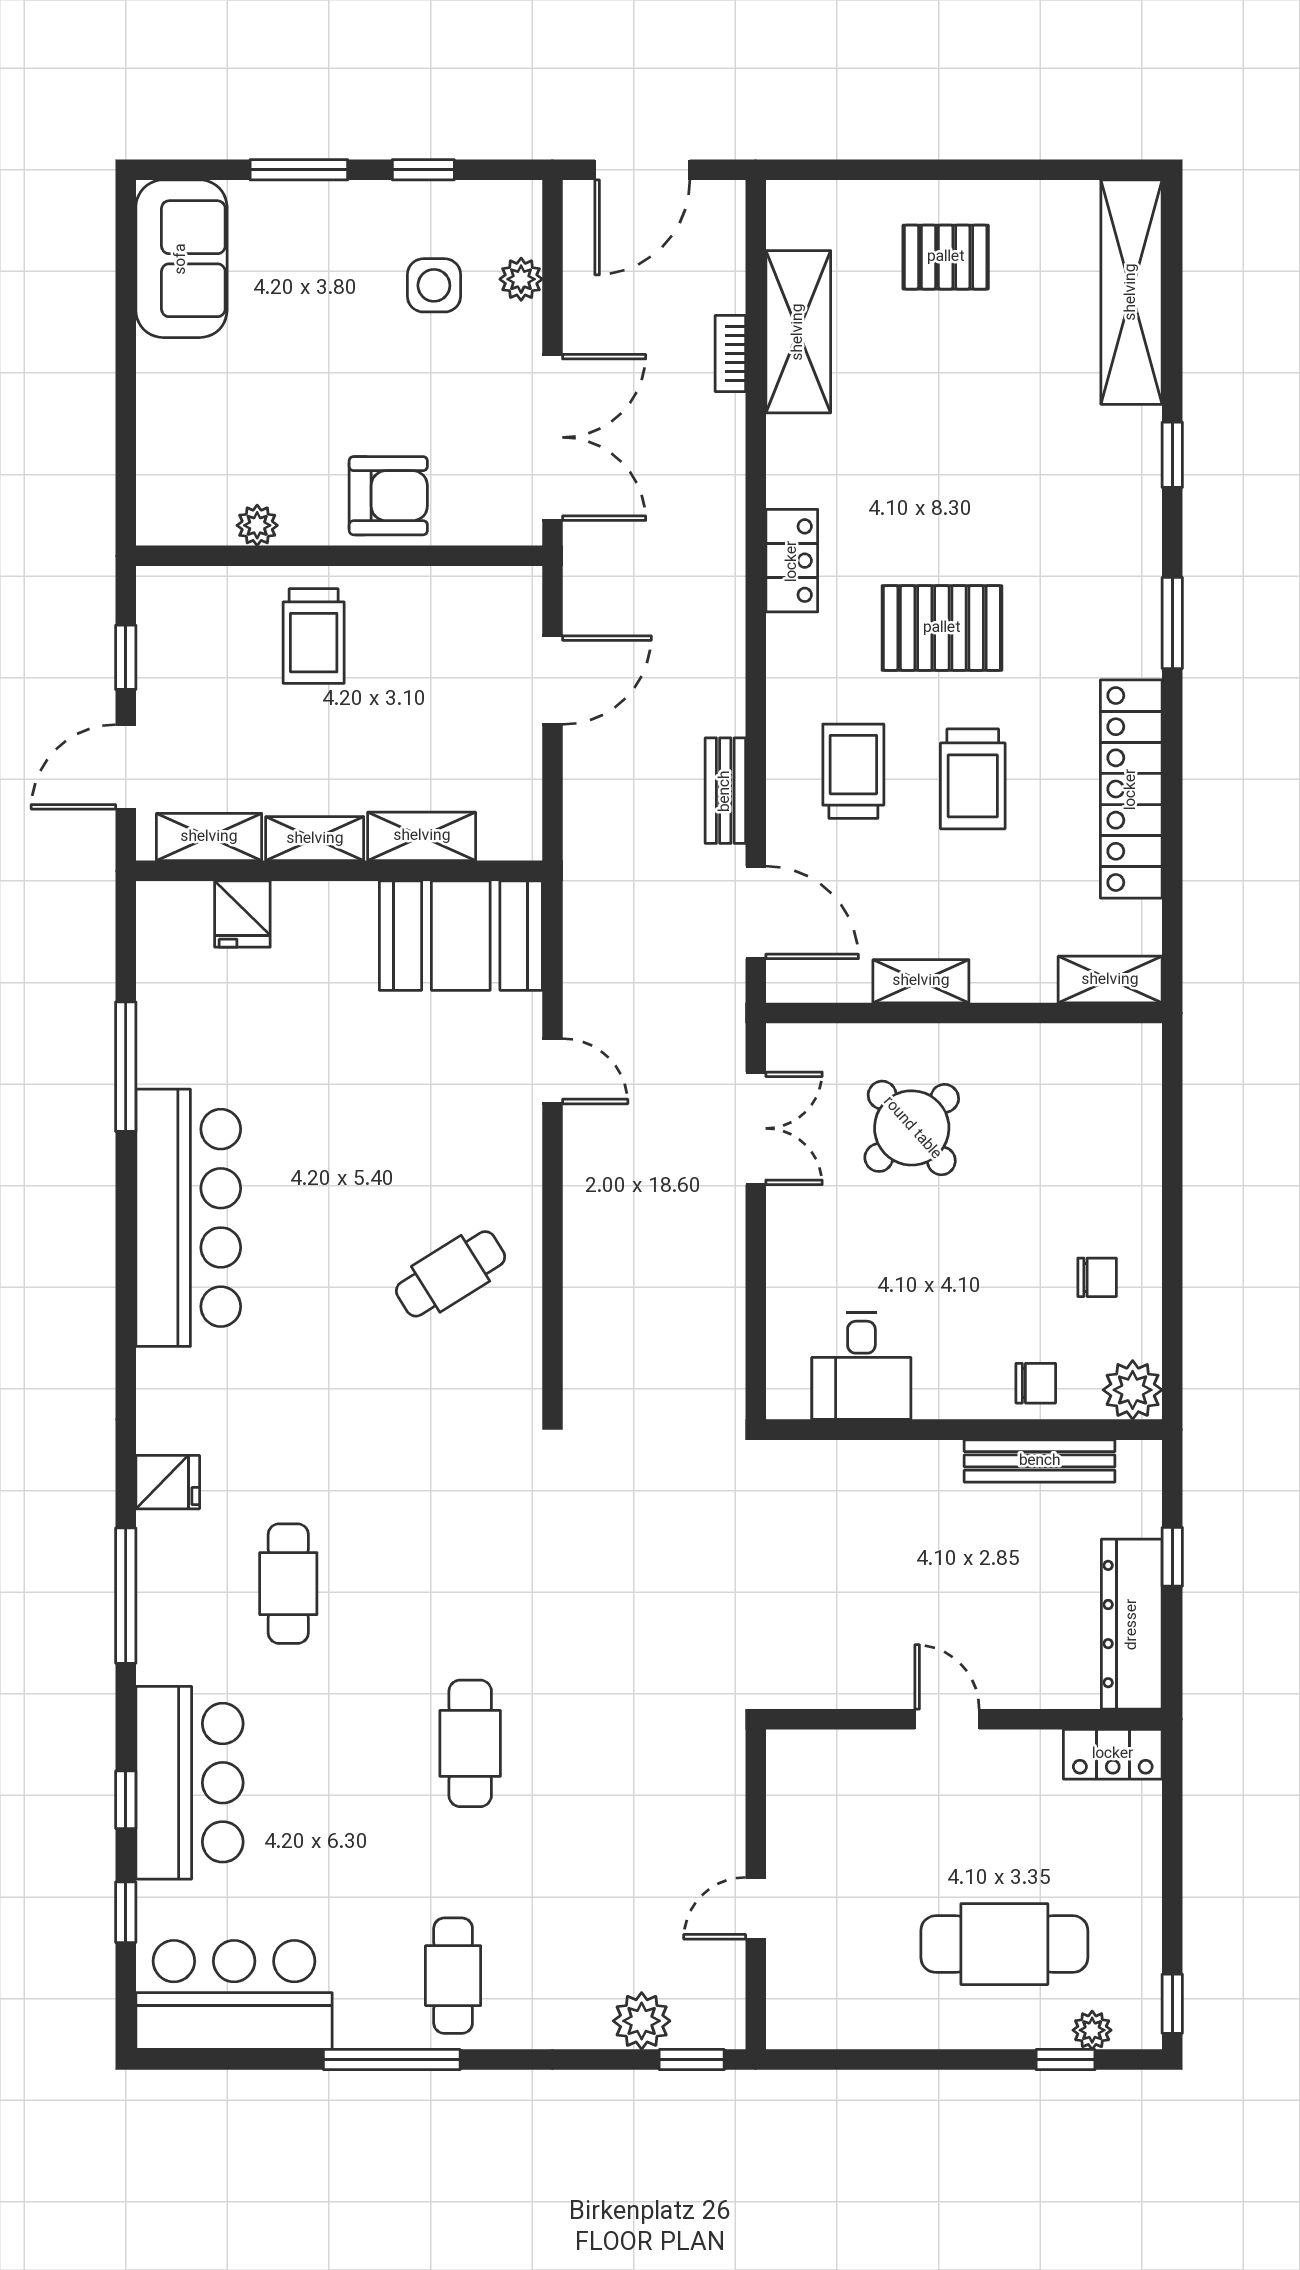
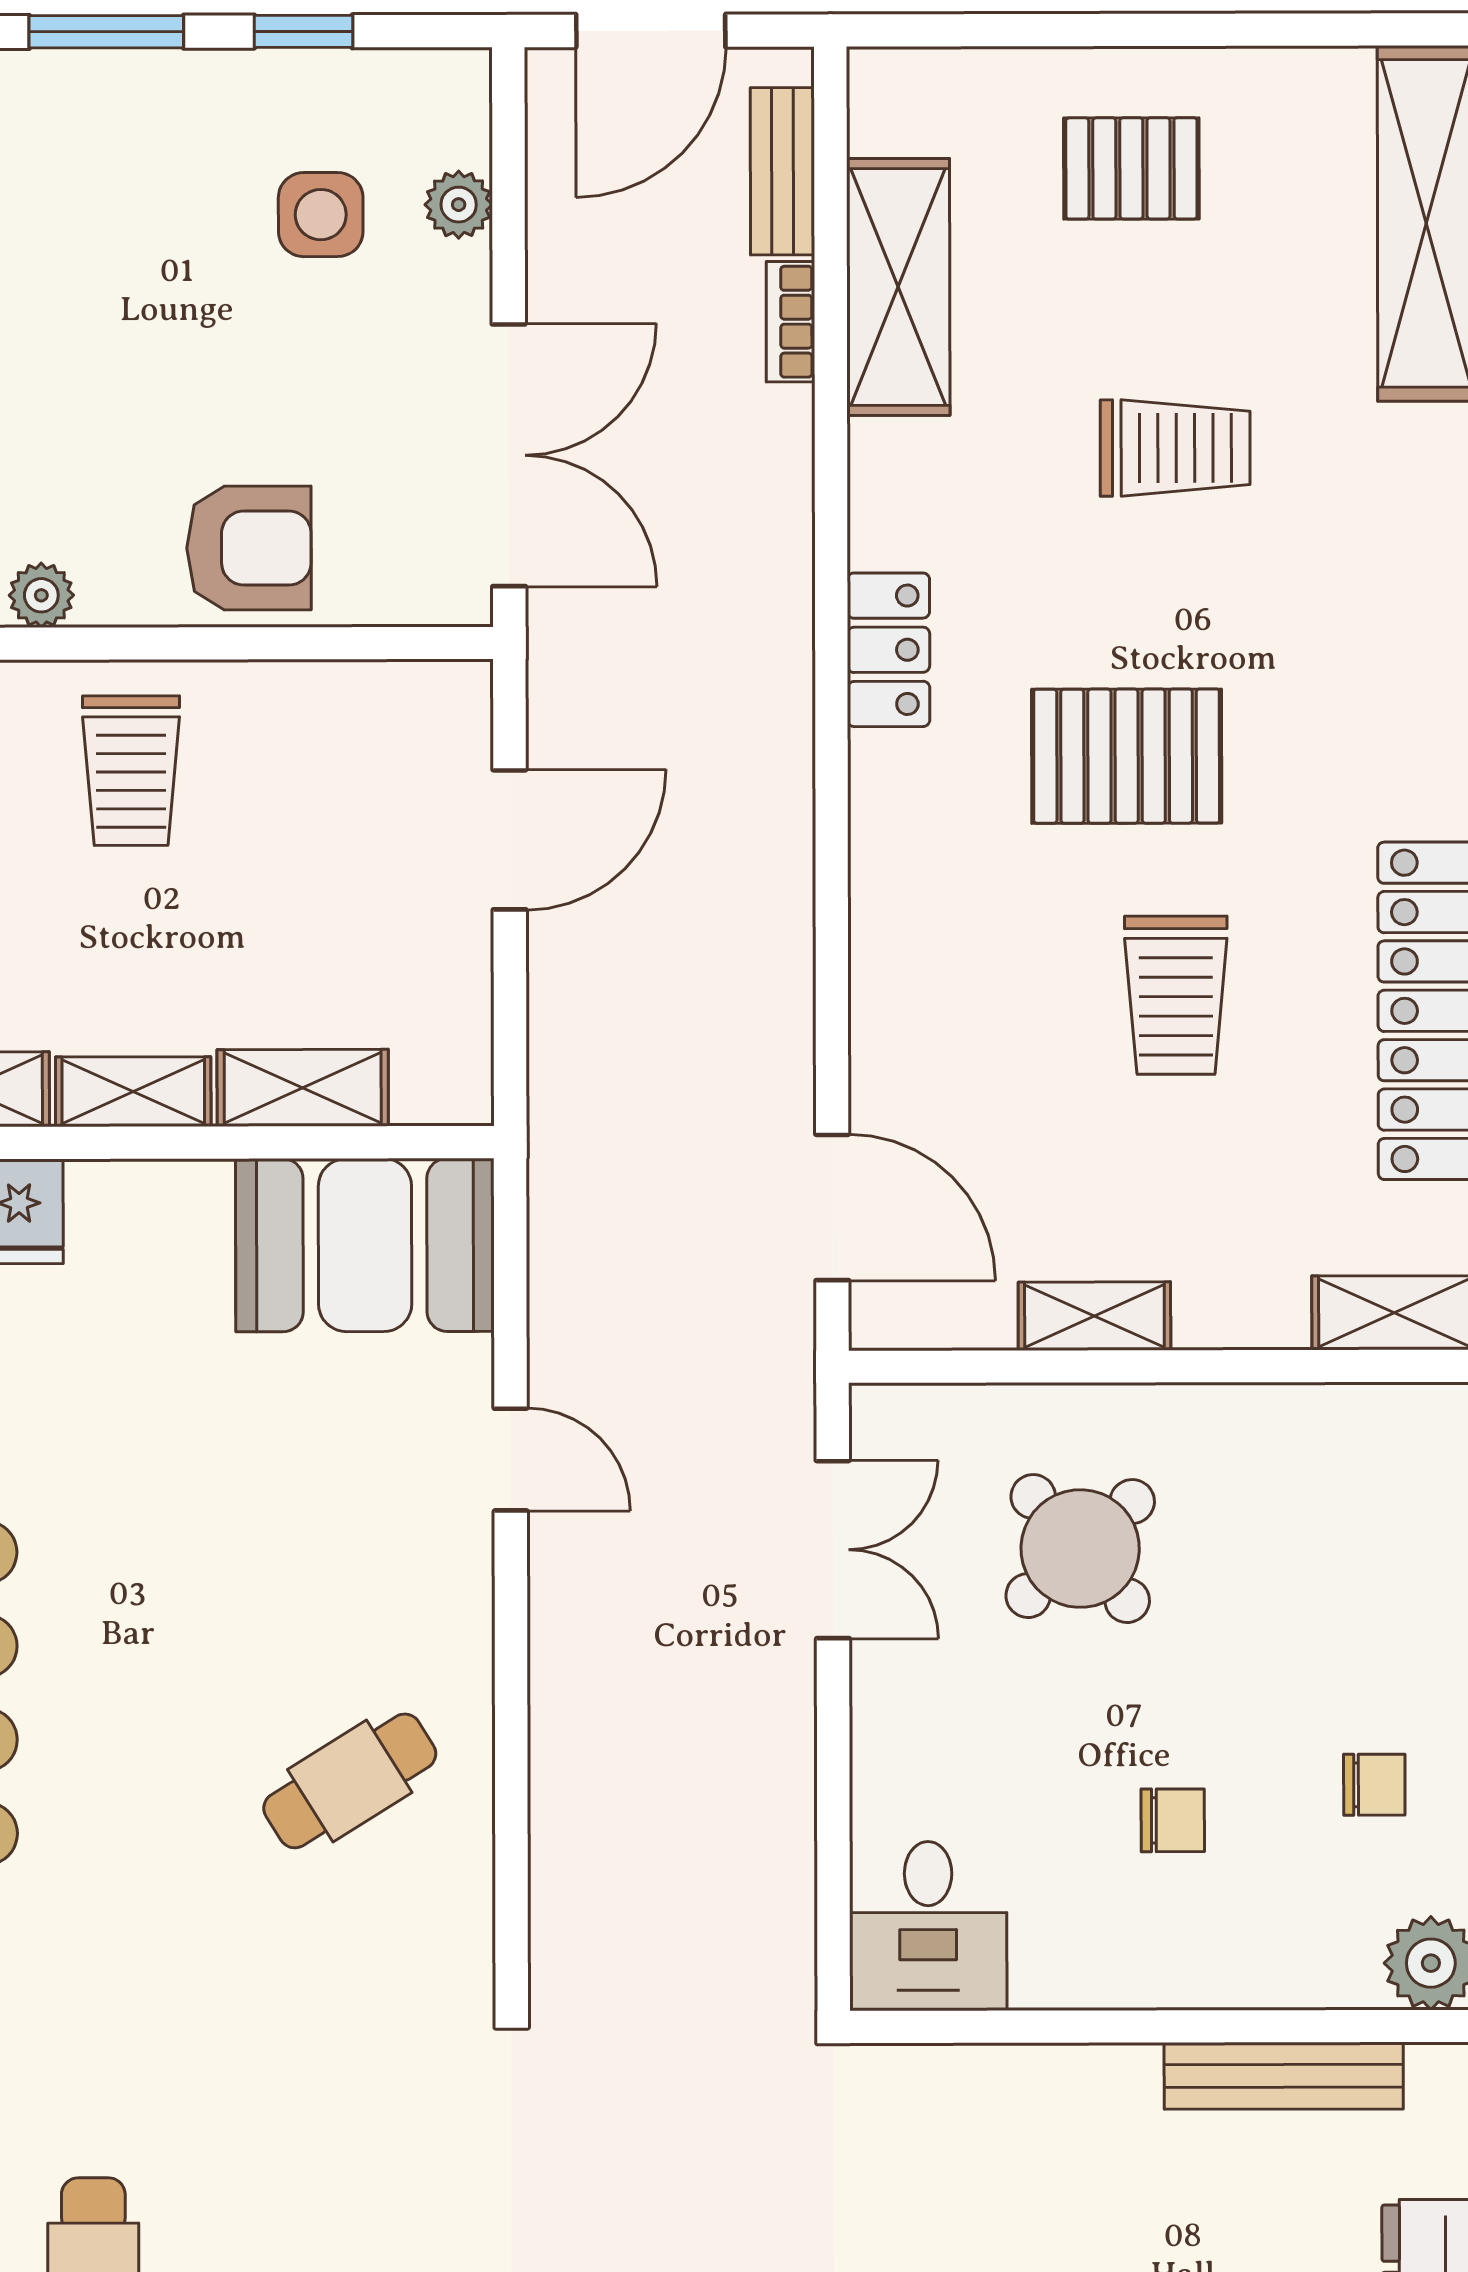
trolley: (853, 771) -> (1175, 448), moved, turned 90
bench: (725, 791) -> (782, 171), moved
desk: (861, 1366) -> (928, 1926), moved
chair: (1036, 1383) -> (1173, 1820), moved

